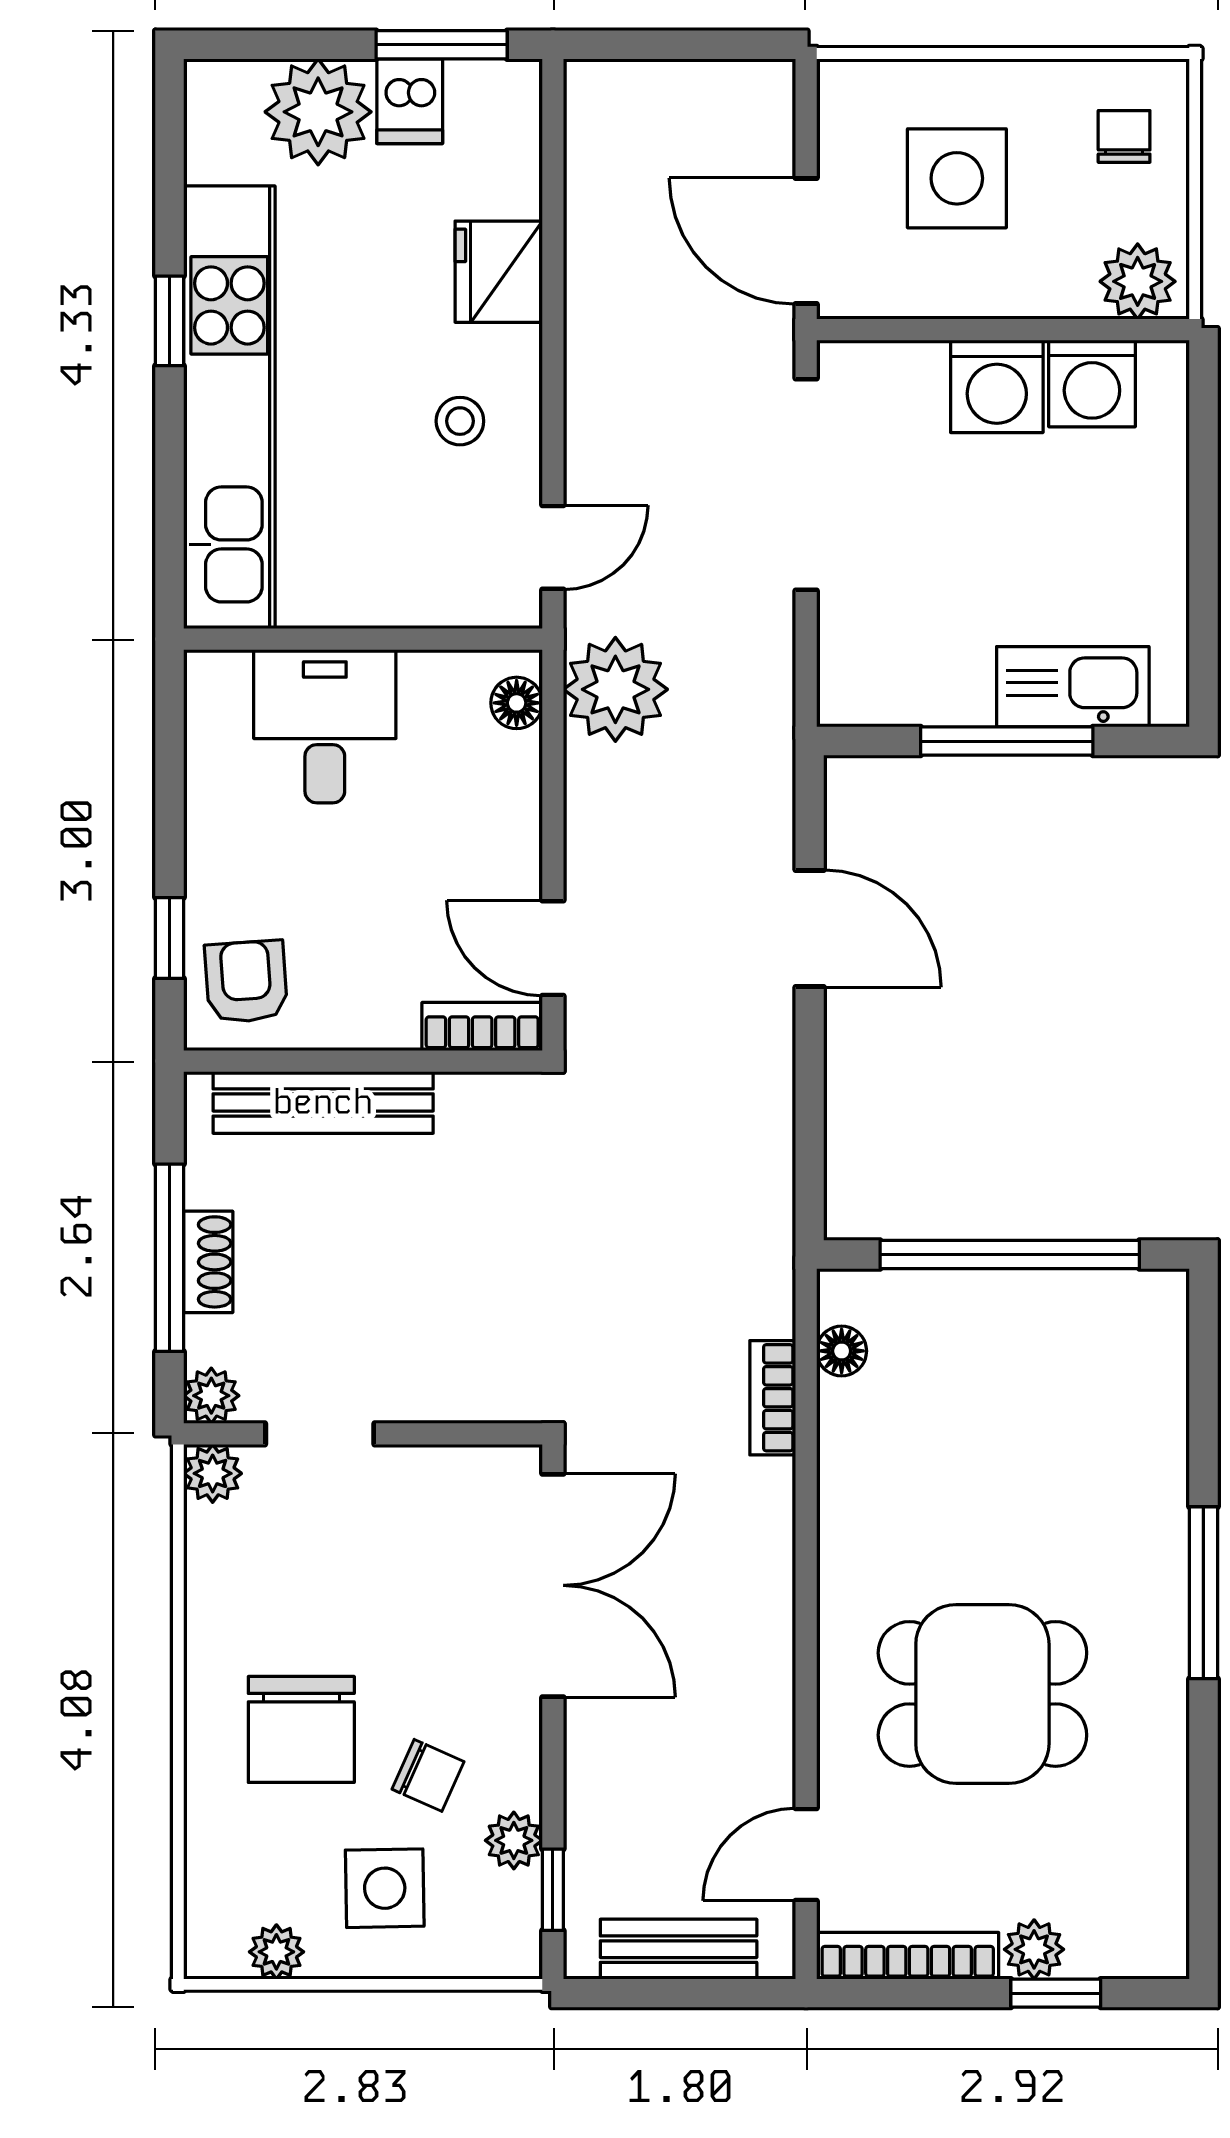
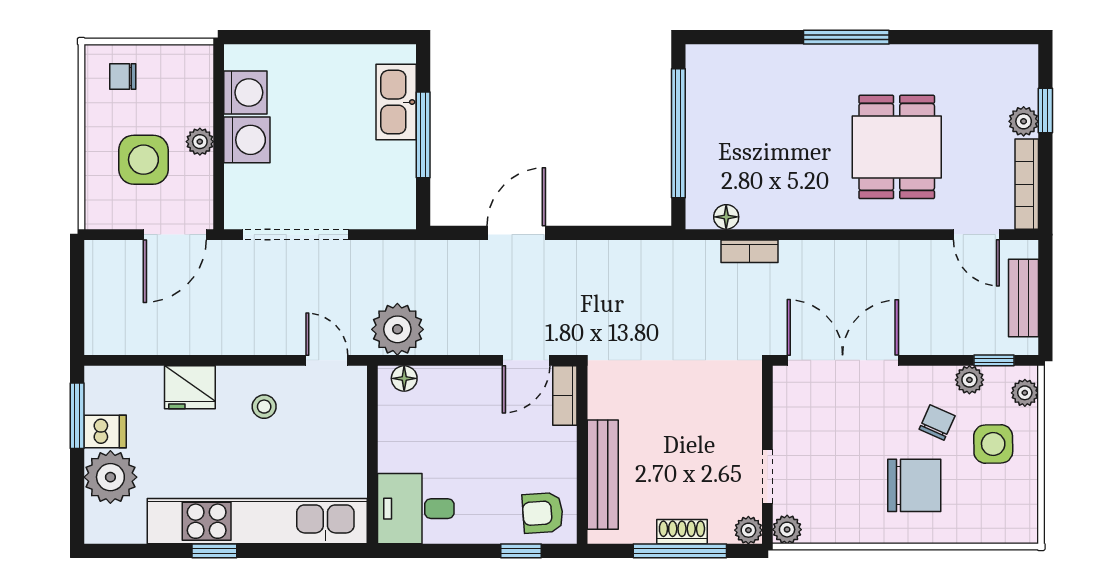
plant: (1138, 281) -> (200, 142), moved, width x0.73, depth x0.73
desk: (325, 726) -> (416, 509), moved
plant: (276, 1952) -> (1025, 393), moved

